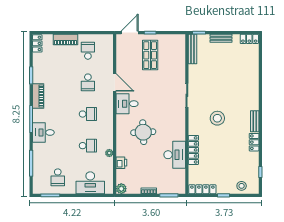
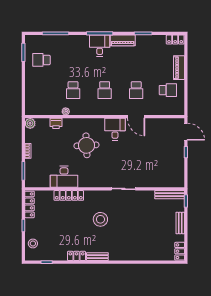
shop shelf: (150, 55) -> (163, 152), removed
school desk: (88, 82) -> (136, 90), turned -90
door: (115, 82) -> (136, 117), hinge flipped
desk: (43, 132) -> (100, 46), moved
desk: (90, 183) -> (36, 92), removed

